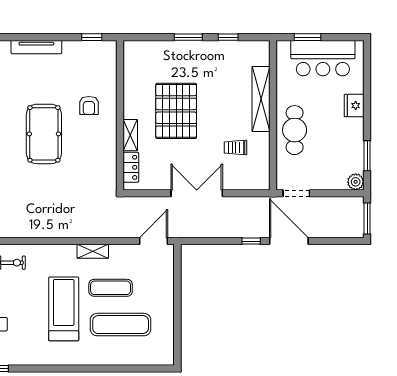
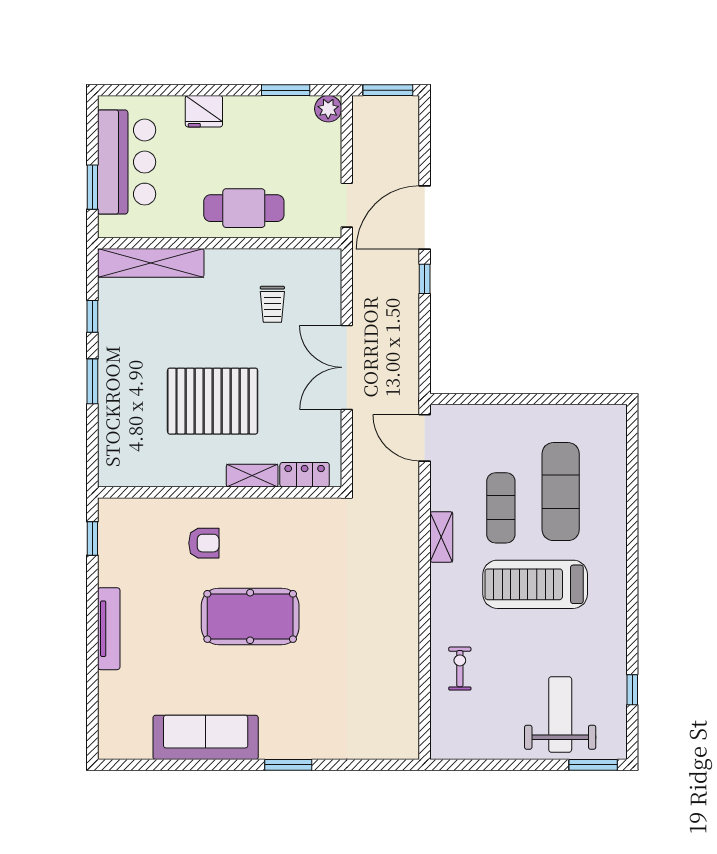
shelving: (261, 99) -> (151, 263), moved

